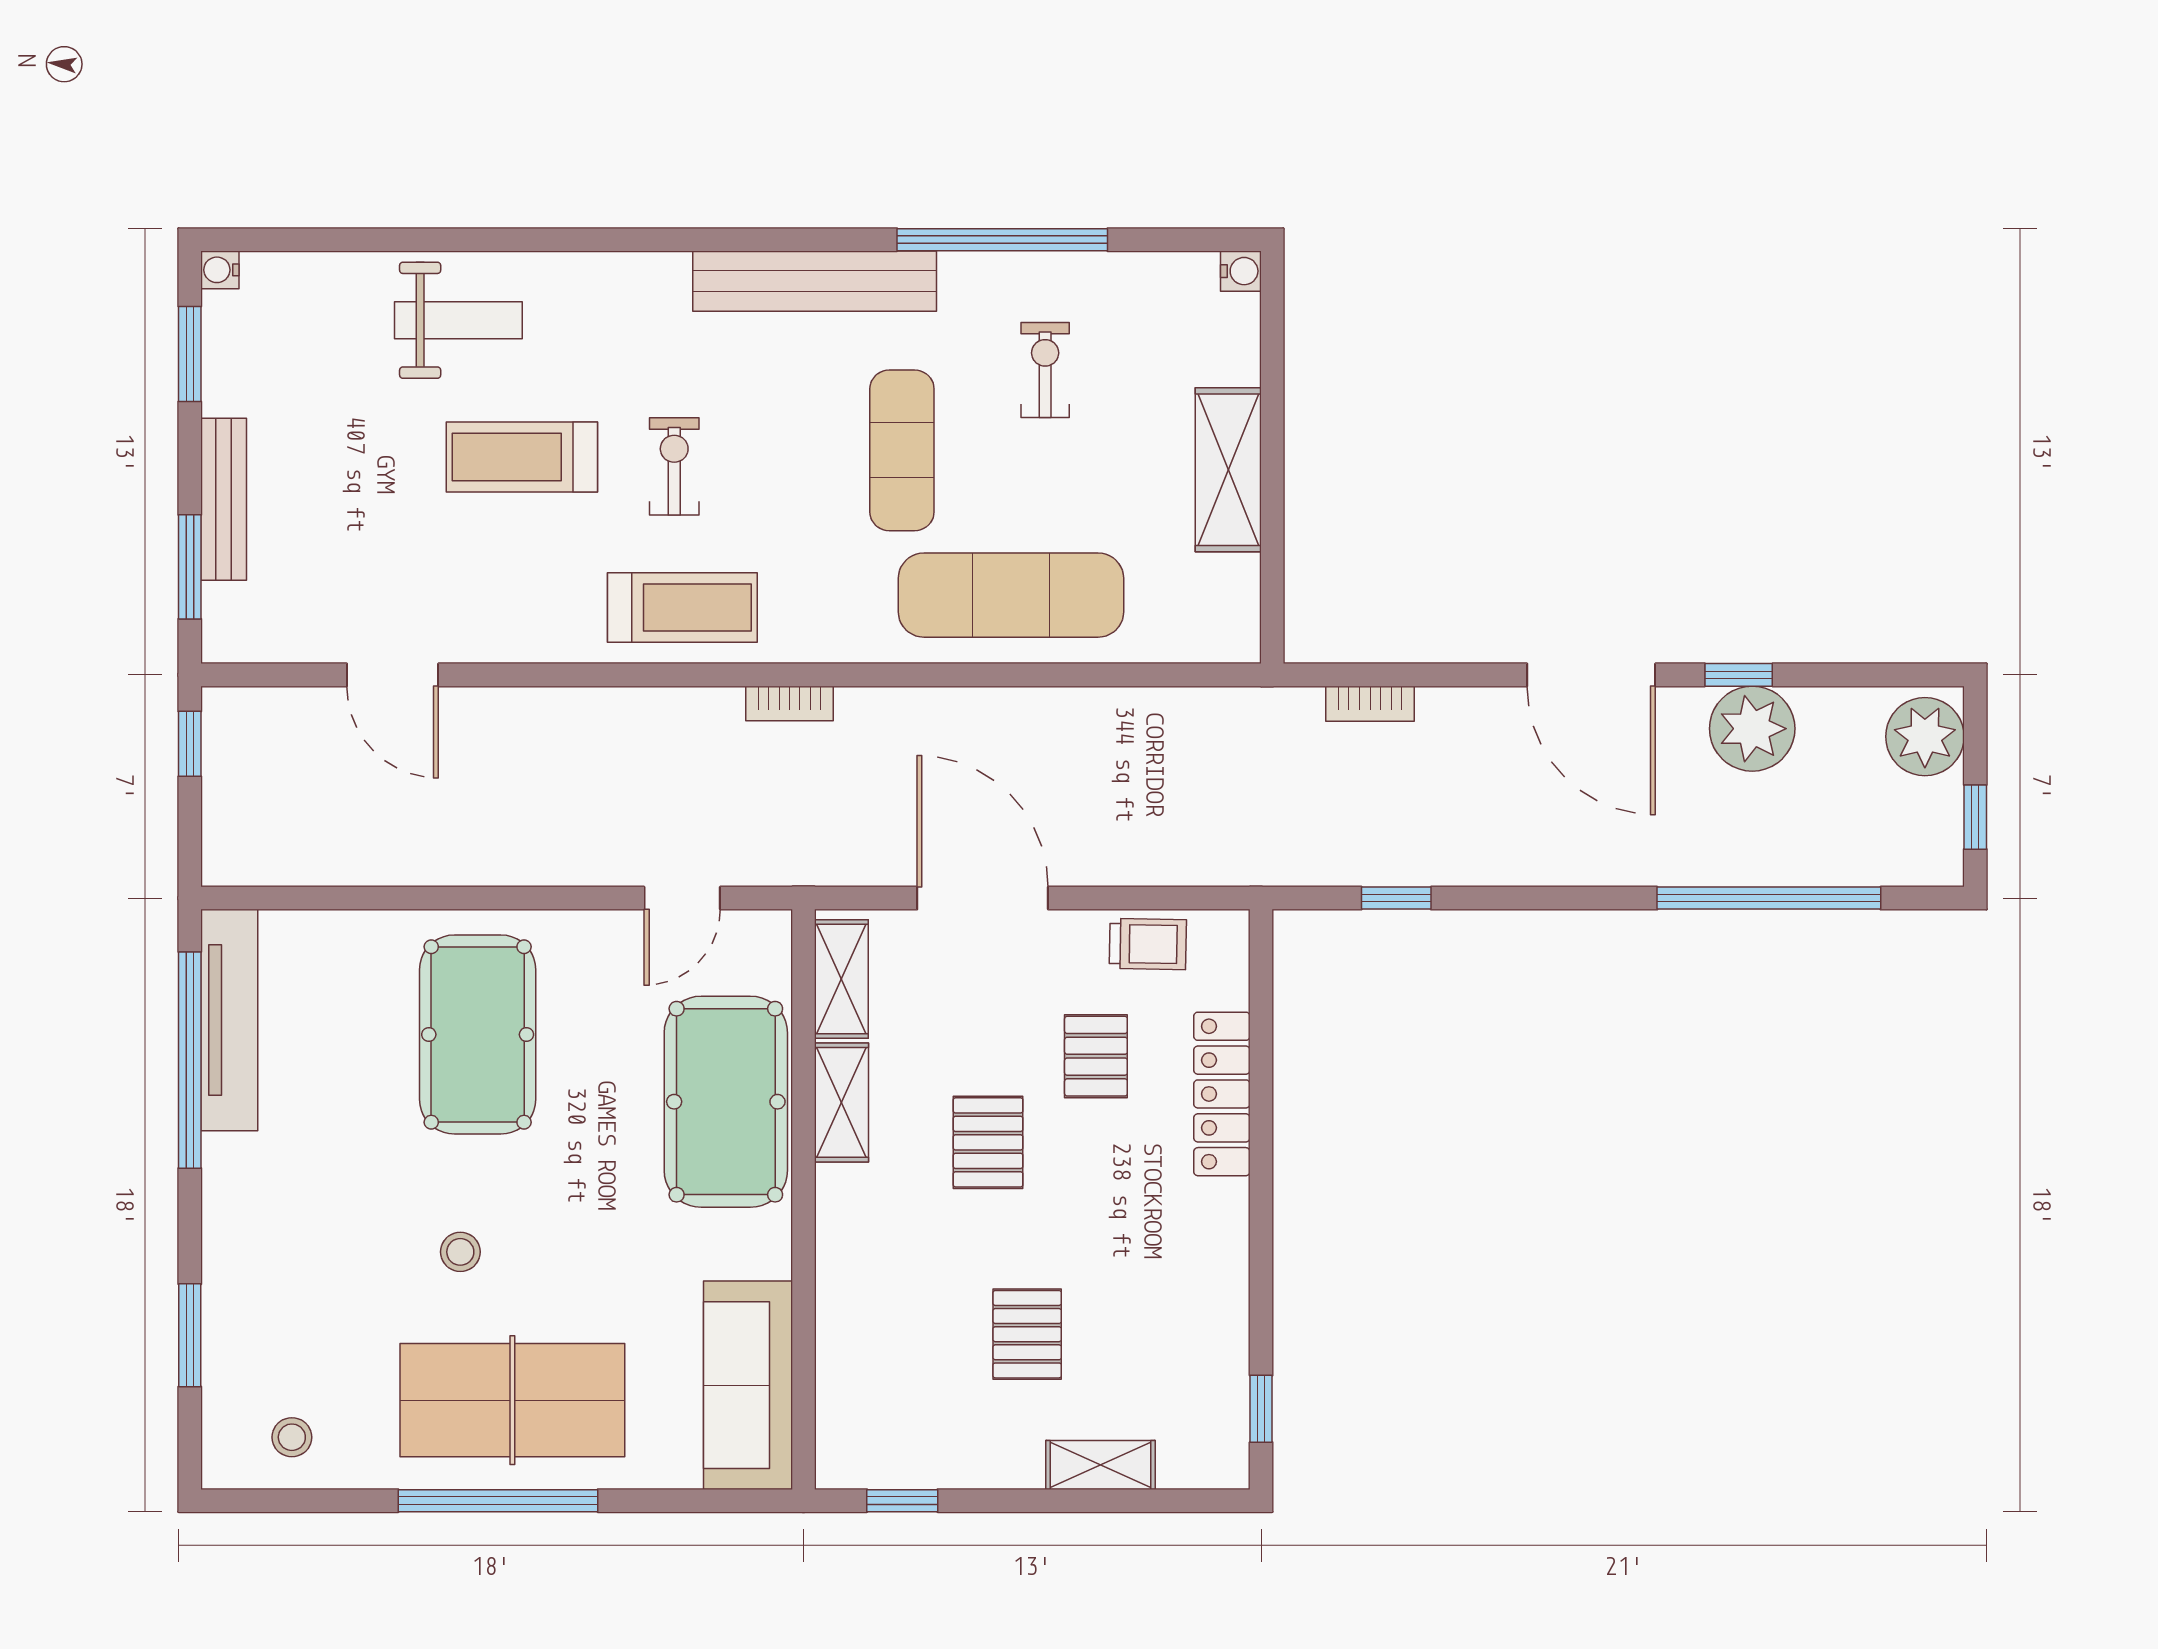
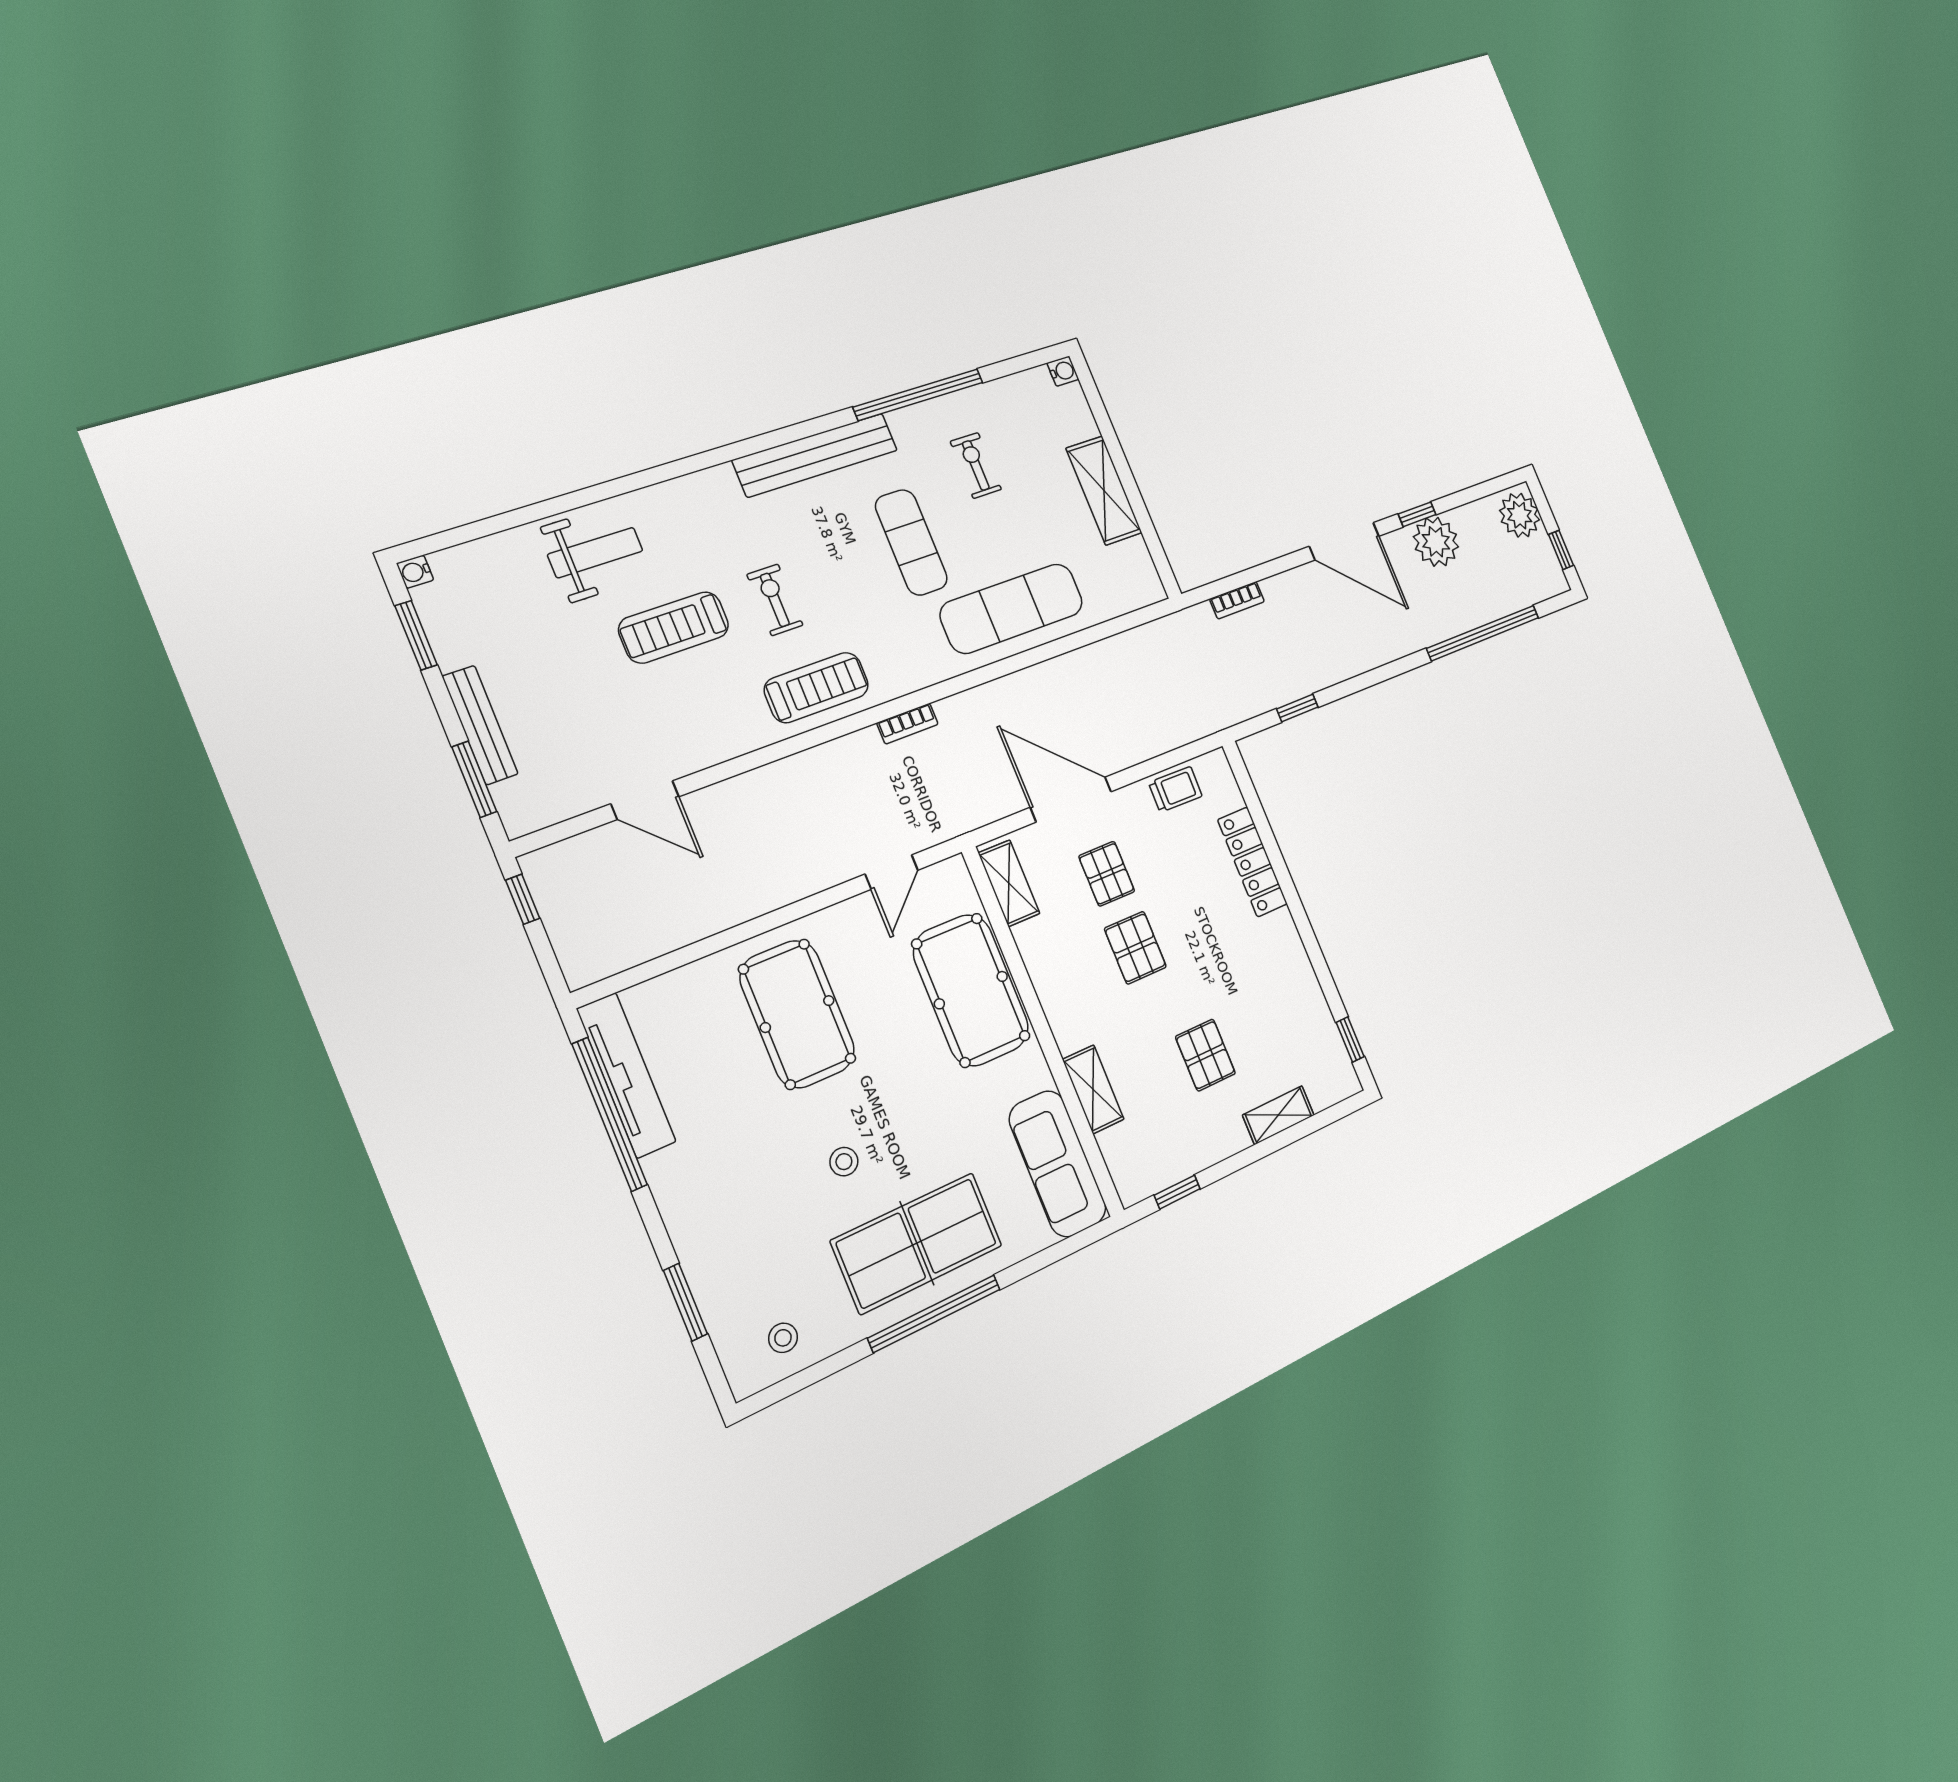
pallet: (1096, 1056) -> (1107, 874), moved
shelving: (842, 1102) -> (1093, 1089), moved

